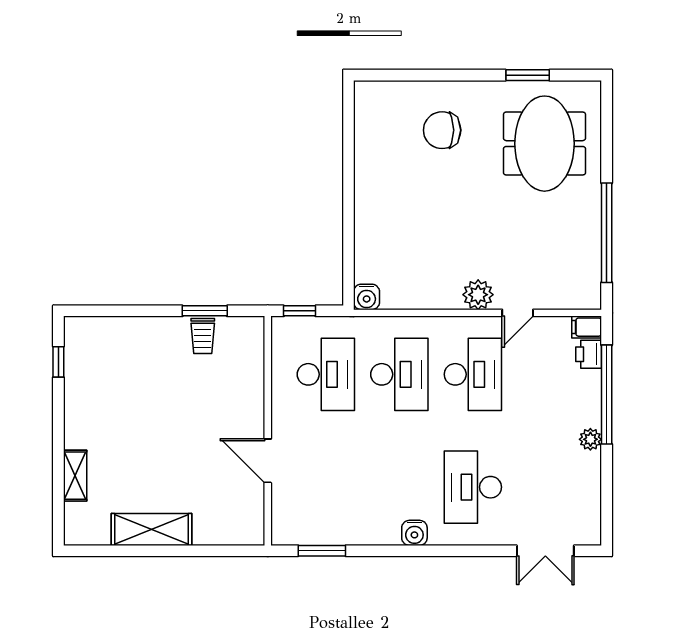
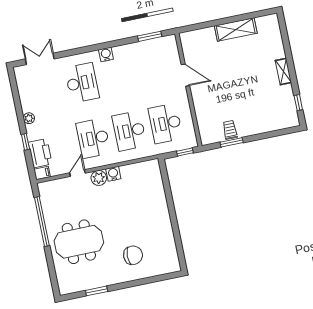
meeting table: (544, 144) -> (79, 242), moved, turned 90
water cooler: (367, 297) -> (113, 174), moved
printer: (589, 354) -> (40, 153), width x1.87, depth x1.48
window: (607, 395) -> (25, 142), width x0.32
shelving: (75, 476) -> (283, 71), moved

